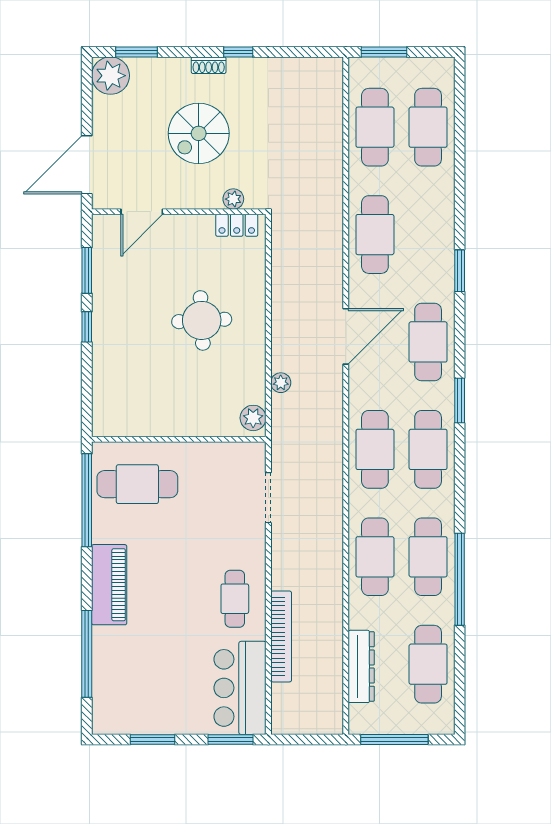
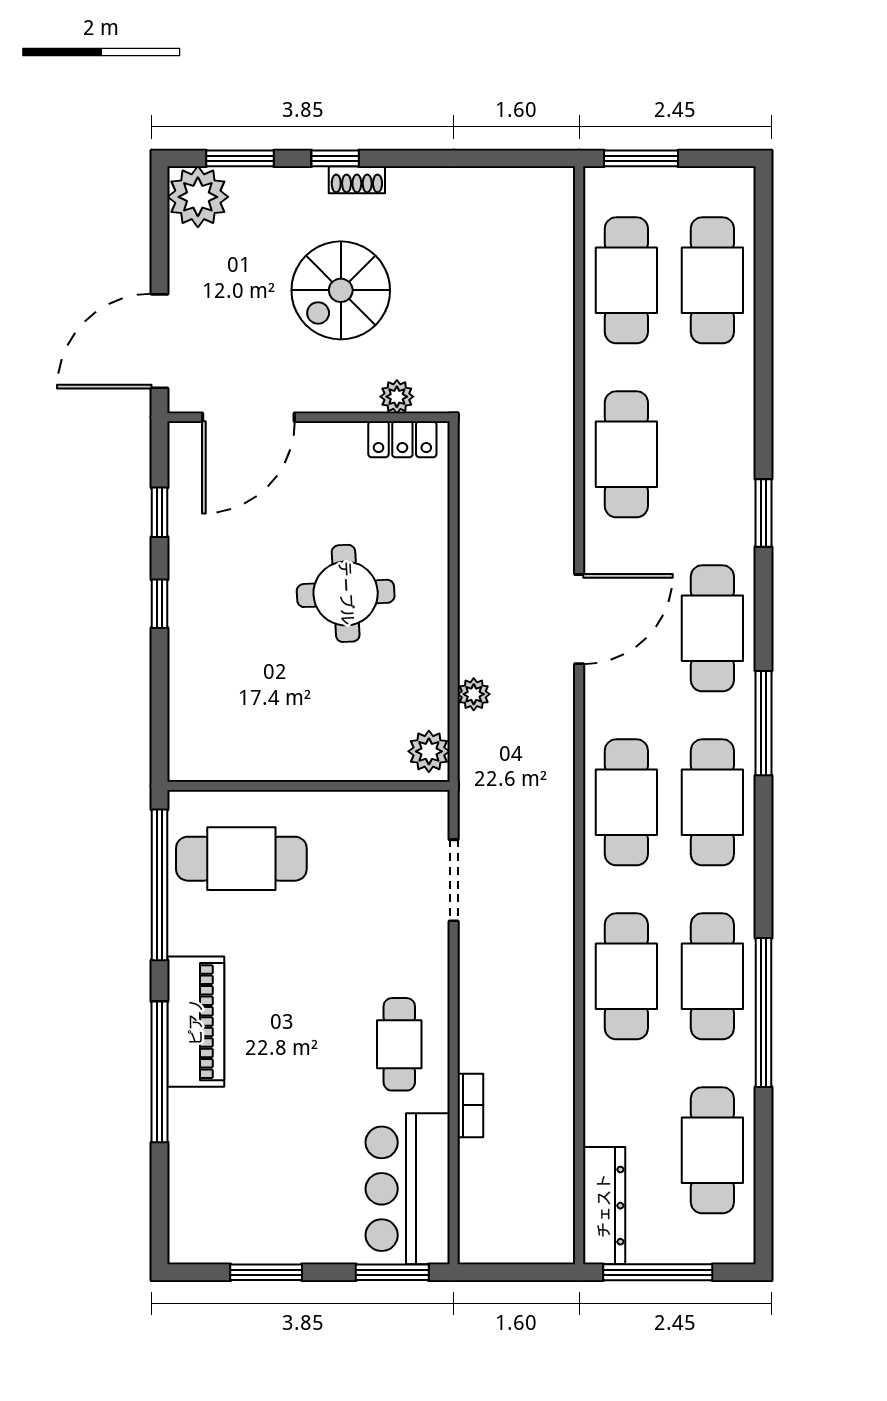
window: (238, 52) -> (335, 158), moved
door: (142, 212) -> (248, 417), width x1.36
window: (87, 270) -> (159, 512), width x0.67
window: (460, 400) -> (763, 723), width x1.44
bookcase: (281, 636) -> (470, 1105), width x0.43, depth x0.76
window: (87, 654) -> (159, 1072), moved
dresser: (361, 666) -> (604, 1206), moved

